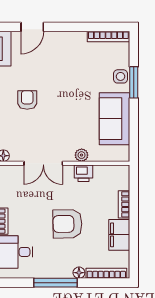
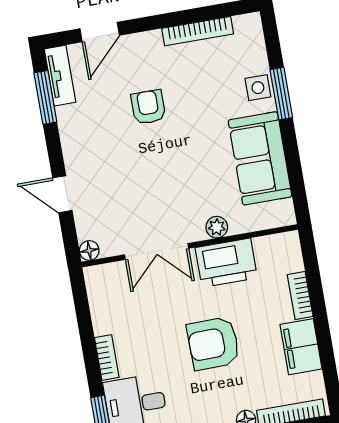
bookcase: (108, 37) -> (198, 31), moved
armchair: (27, 100) -> (148, 107), moved
printer: (84, 173) -> (226, 263), width x1.87, depth x1.48

